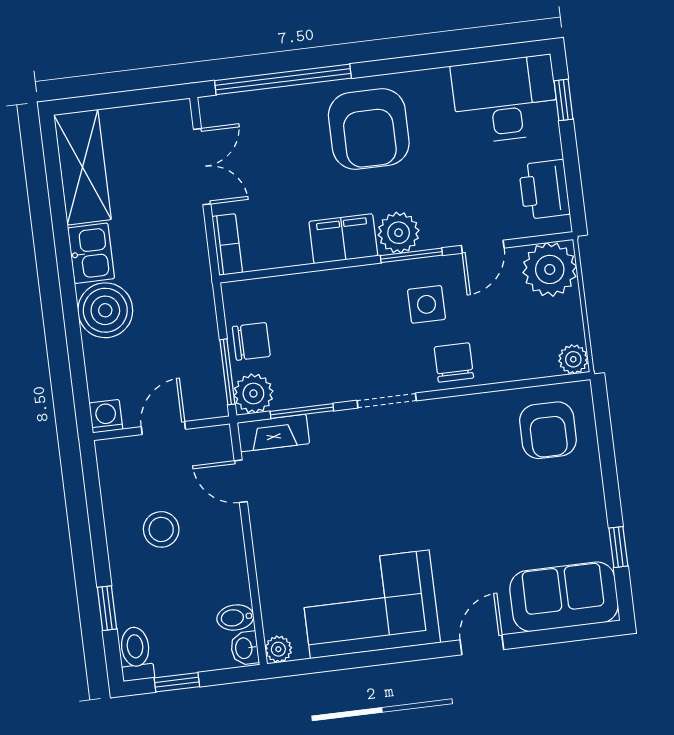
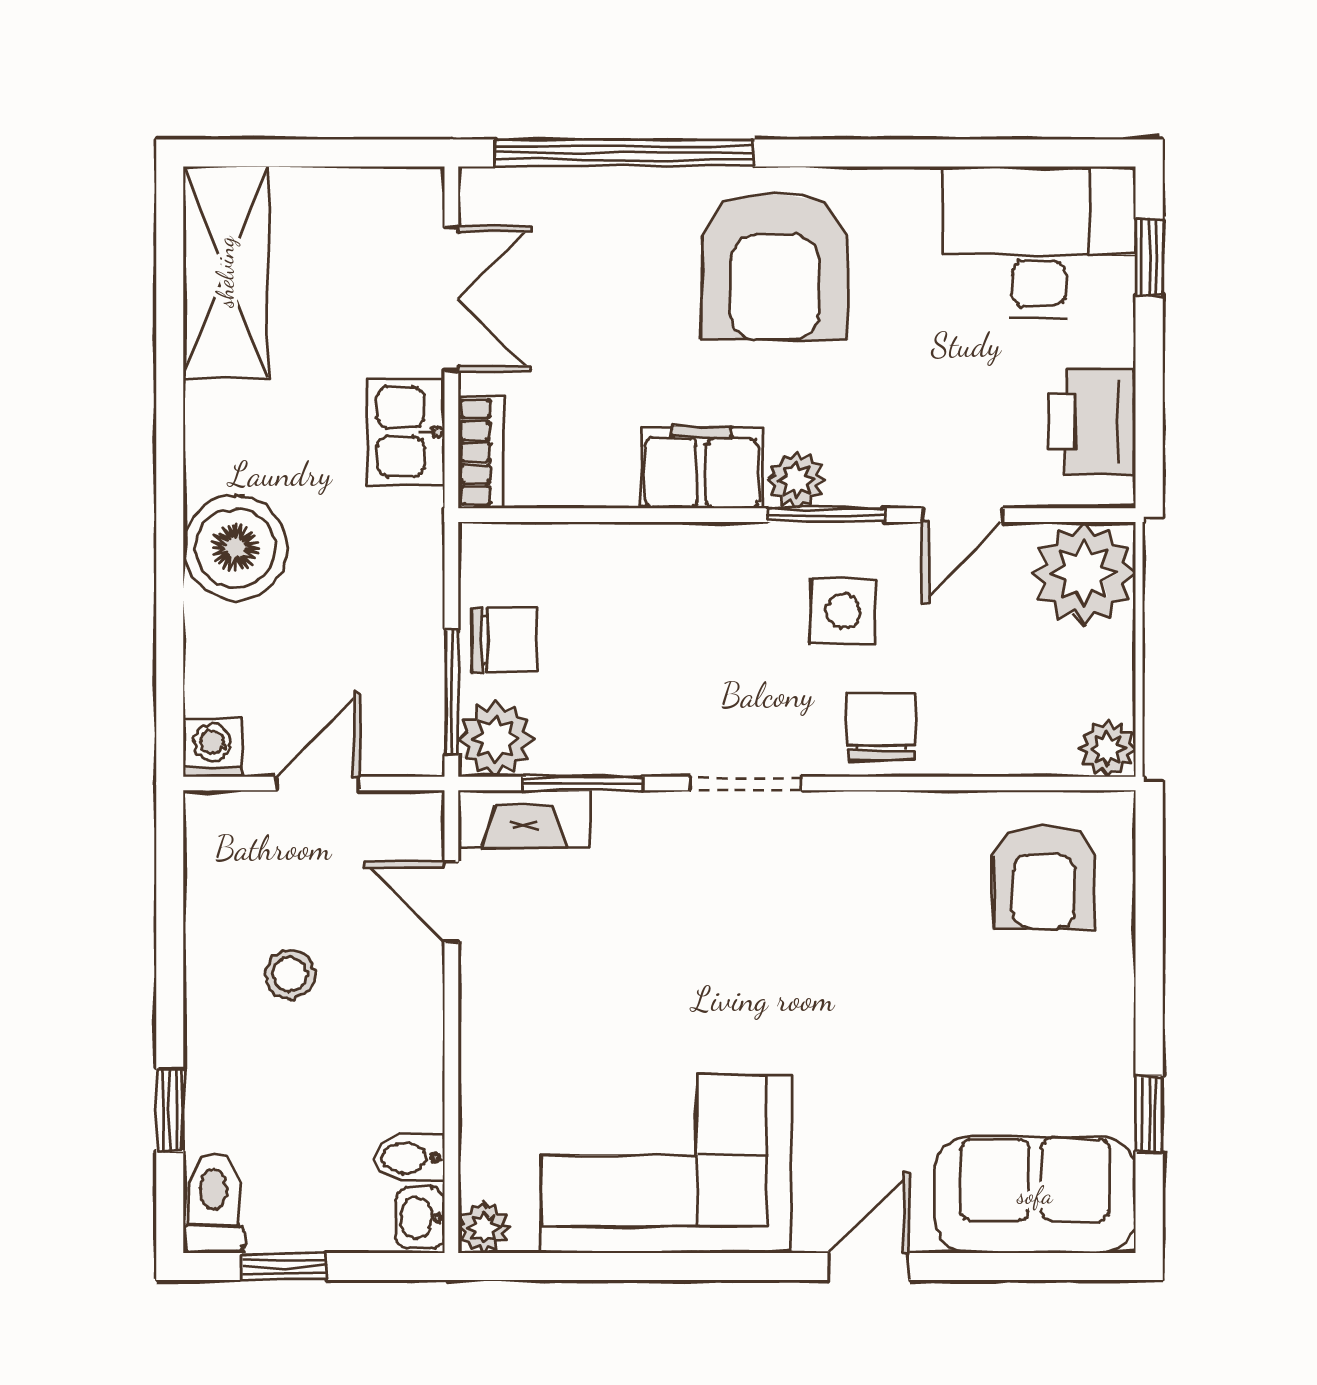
plant: (399, 233) -> (796, 480), width x0.73, depth x0.73
kitchen sink: (91, 253) -> (406, 432), moved, turned 180
stool: (161, 529) -> (290, 974), width x0.73, depth x0.73

